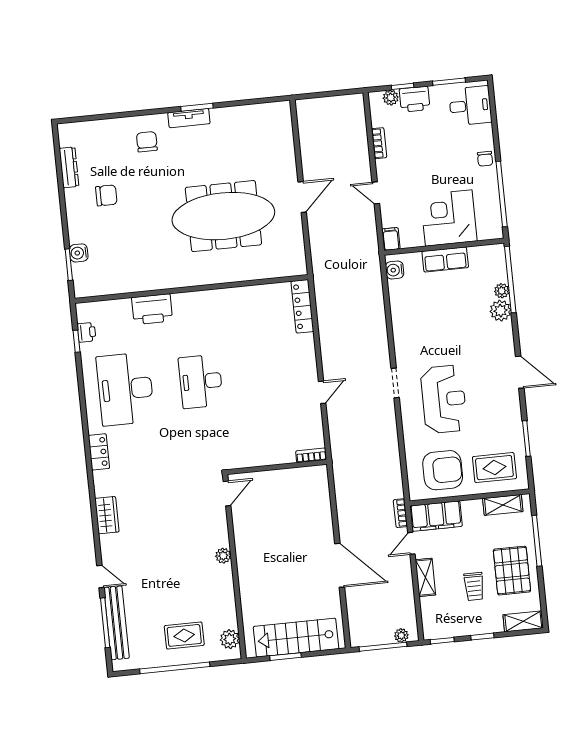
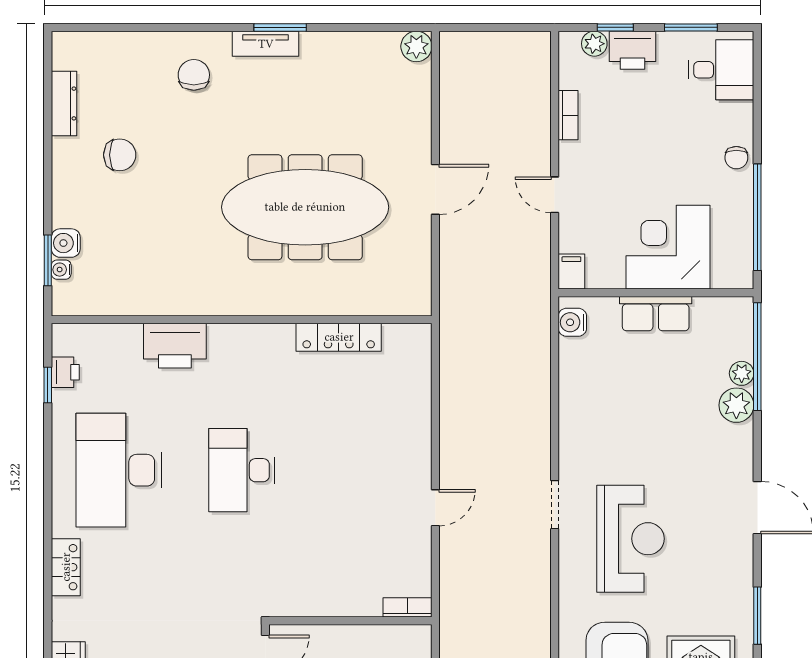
plant: (282, 110) -> (416, 46), added
water cooler: (78, 270) -> (61, 270), added
locker: (302, 306) -> (339, 337), moved, turned -90

